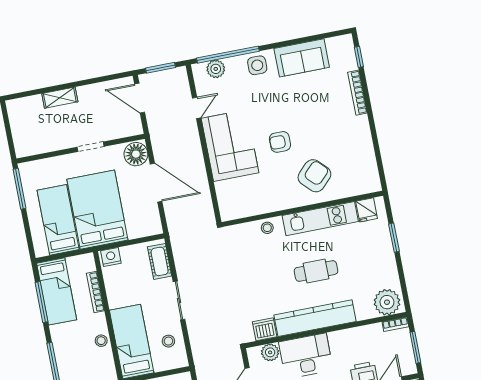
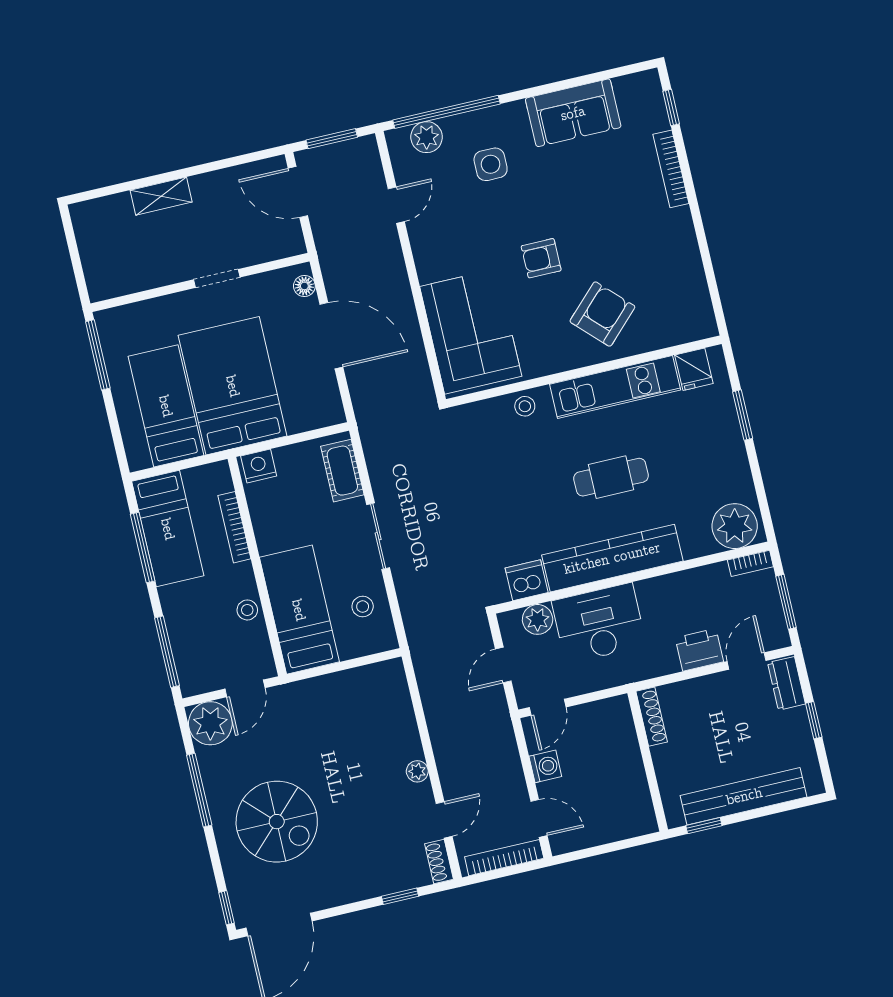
side table: (257, 65) -> (491, 164), moved
corner sofa: (230, 146) -> (471, 331), moved
floor lamp: (136, 154) -> (304, 286), width x0.53, depth x0.53

